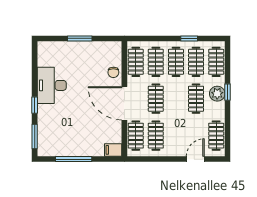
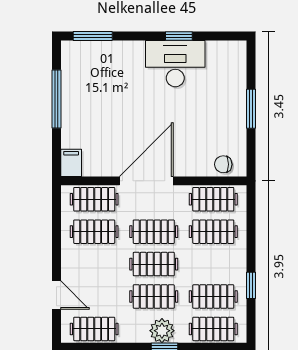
clothes rail: (176, 62) -> (154, 264), moved
chair: (113, 72) -> (223, 164), moved
window: (35, 105) -> (179, 36), moved

